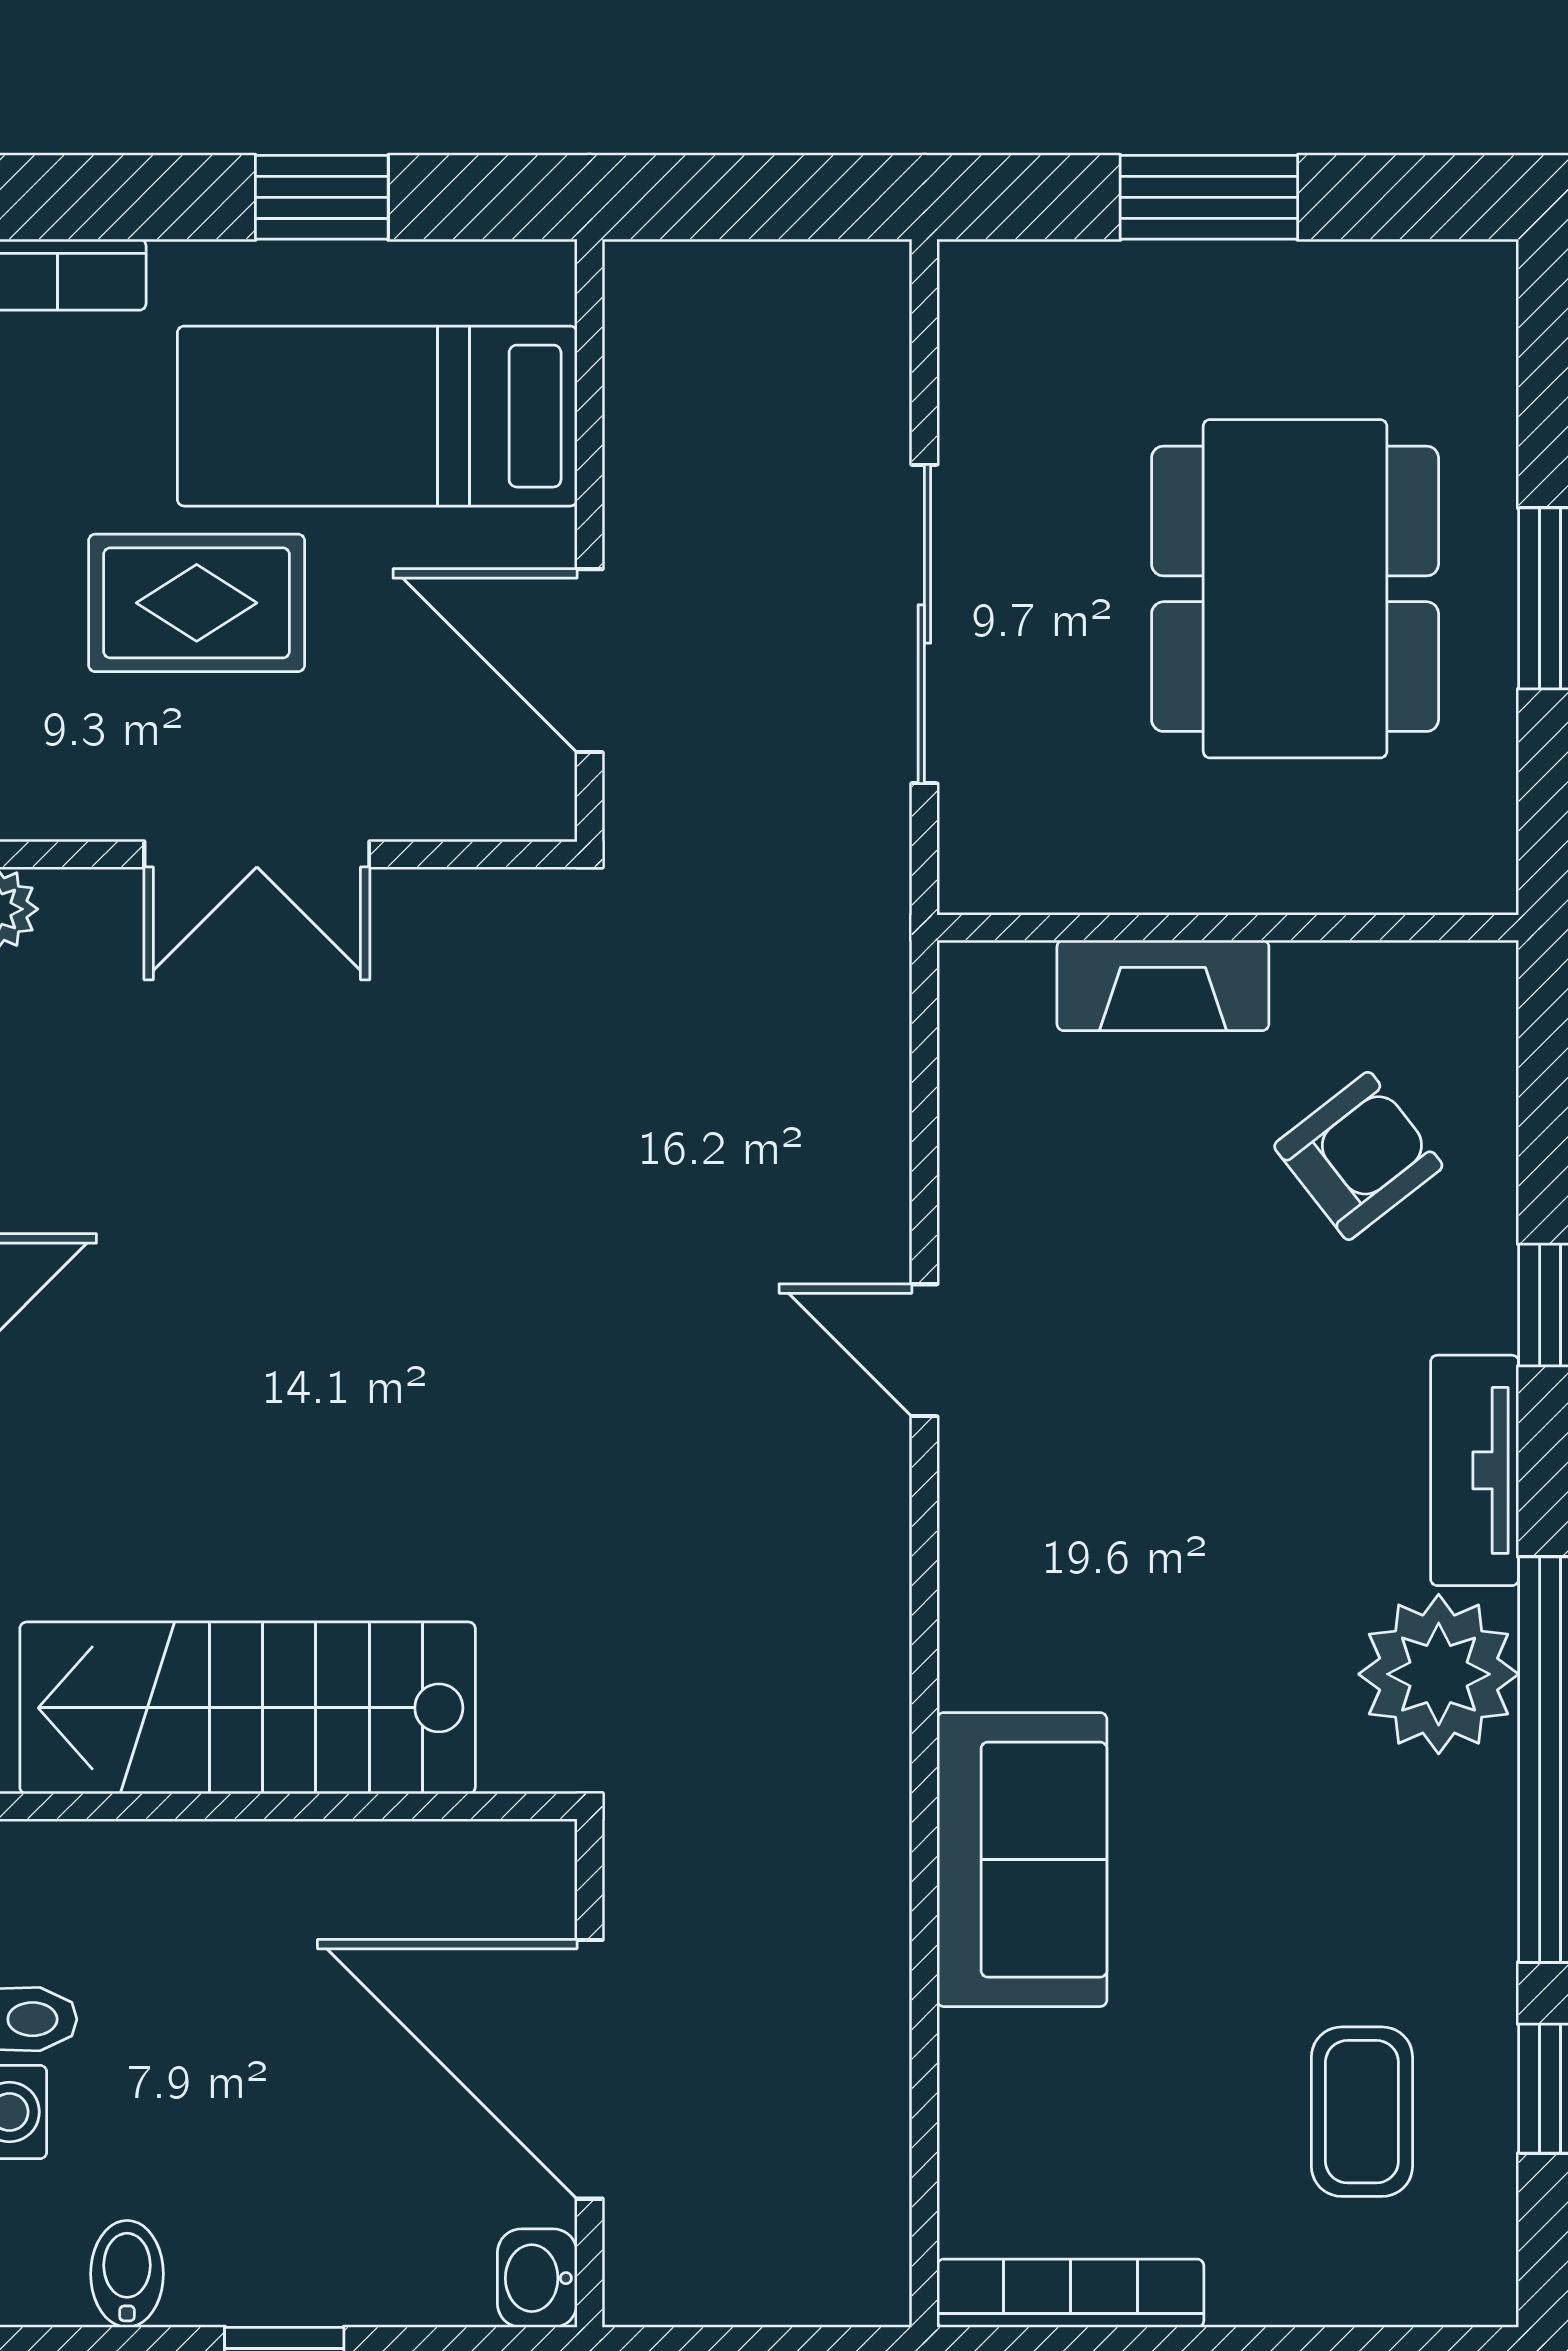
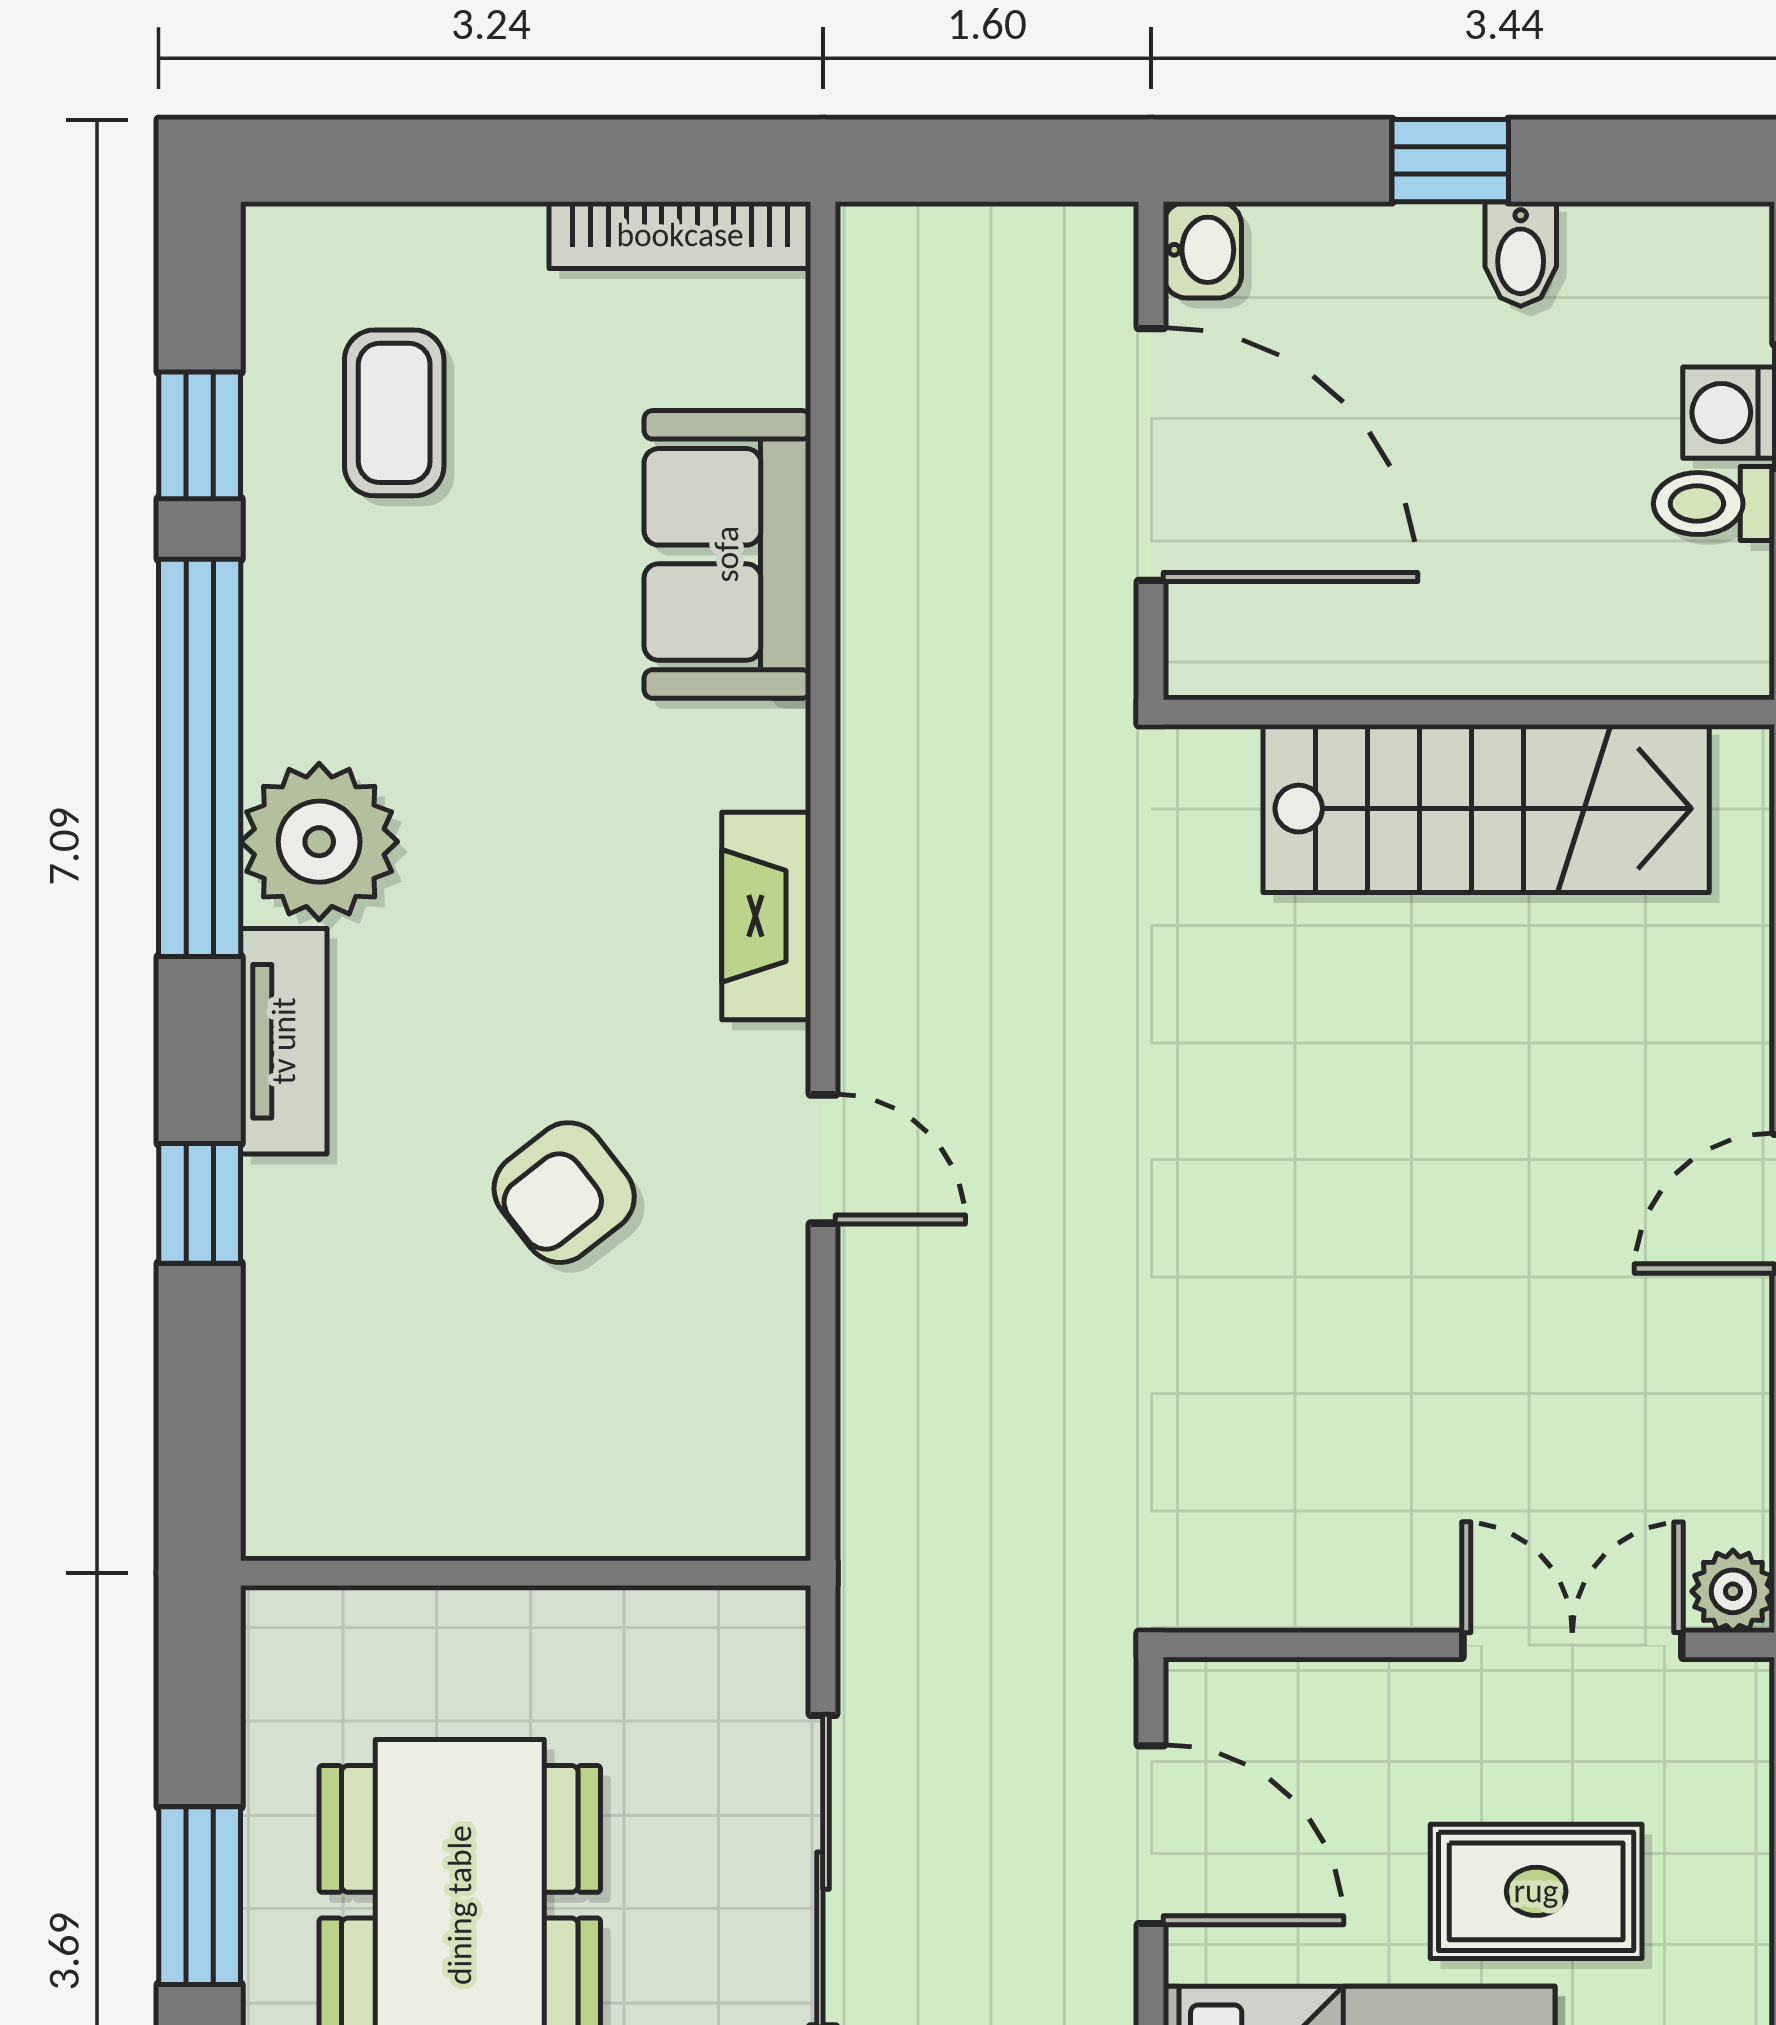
double door: (257, 854) -> (1572, 1645), moved
fireplace: (1163, 985) -> (766, 916), moved, turned -90
armchair: (1358, 1156) -> (564, 1193), moved
sofa: (1022, 1860) -> (727, 554), moved
bidet: (127, 2274) -> (1521, 254), moved

